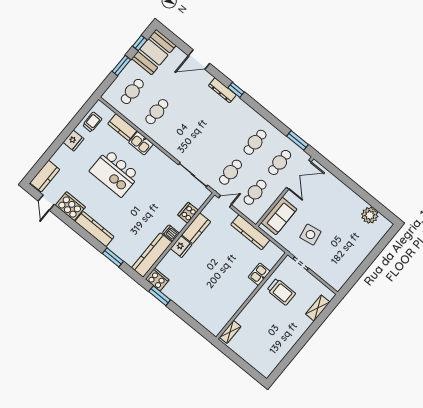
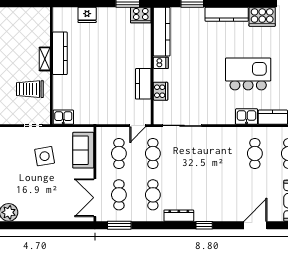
dresser: (222, 90) -> (179, 216), moved
kitchen counter: (250, 232) -> (60, 53), moved, turned 90
fridge: (181, 247) -> (87, 15), moved, turned -90
kitchen sink: (259, 274) -> (63, 117), moved, turned -90
shelving: (230, 332) -> (45, 59), moved

